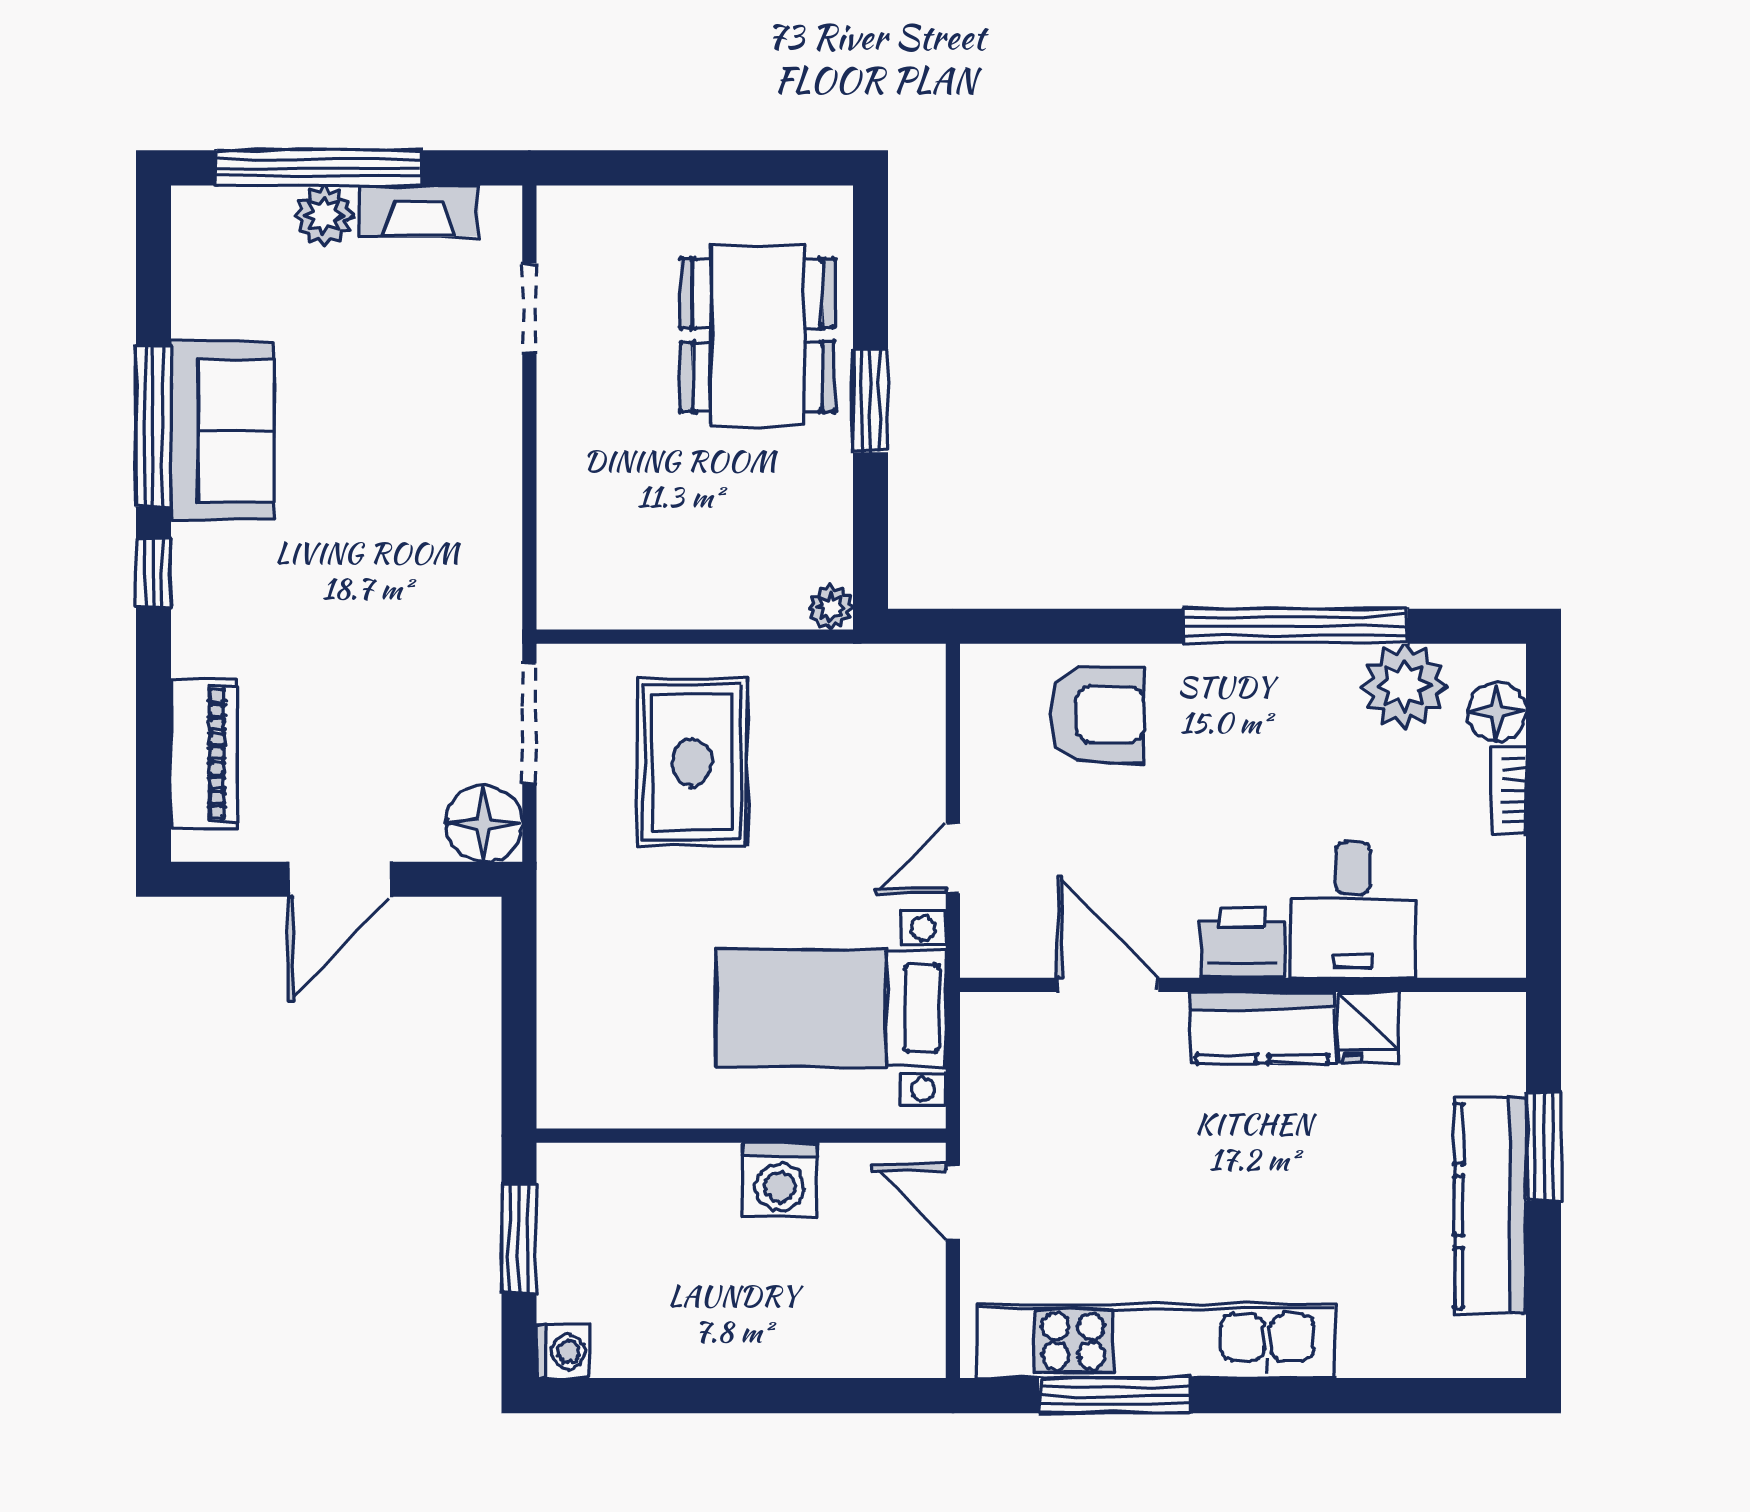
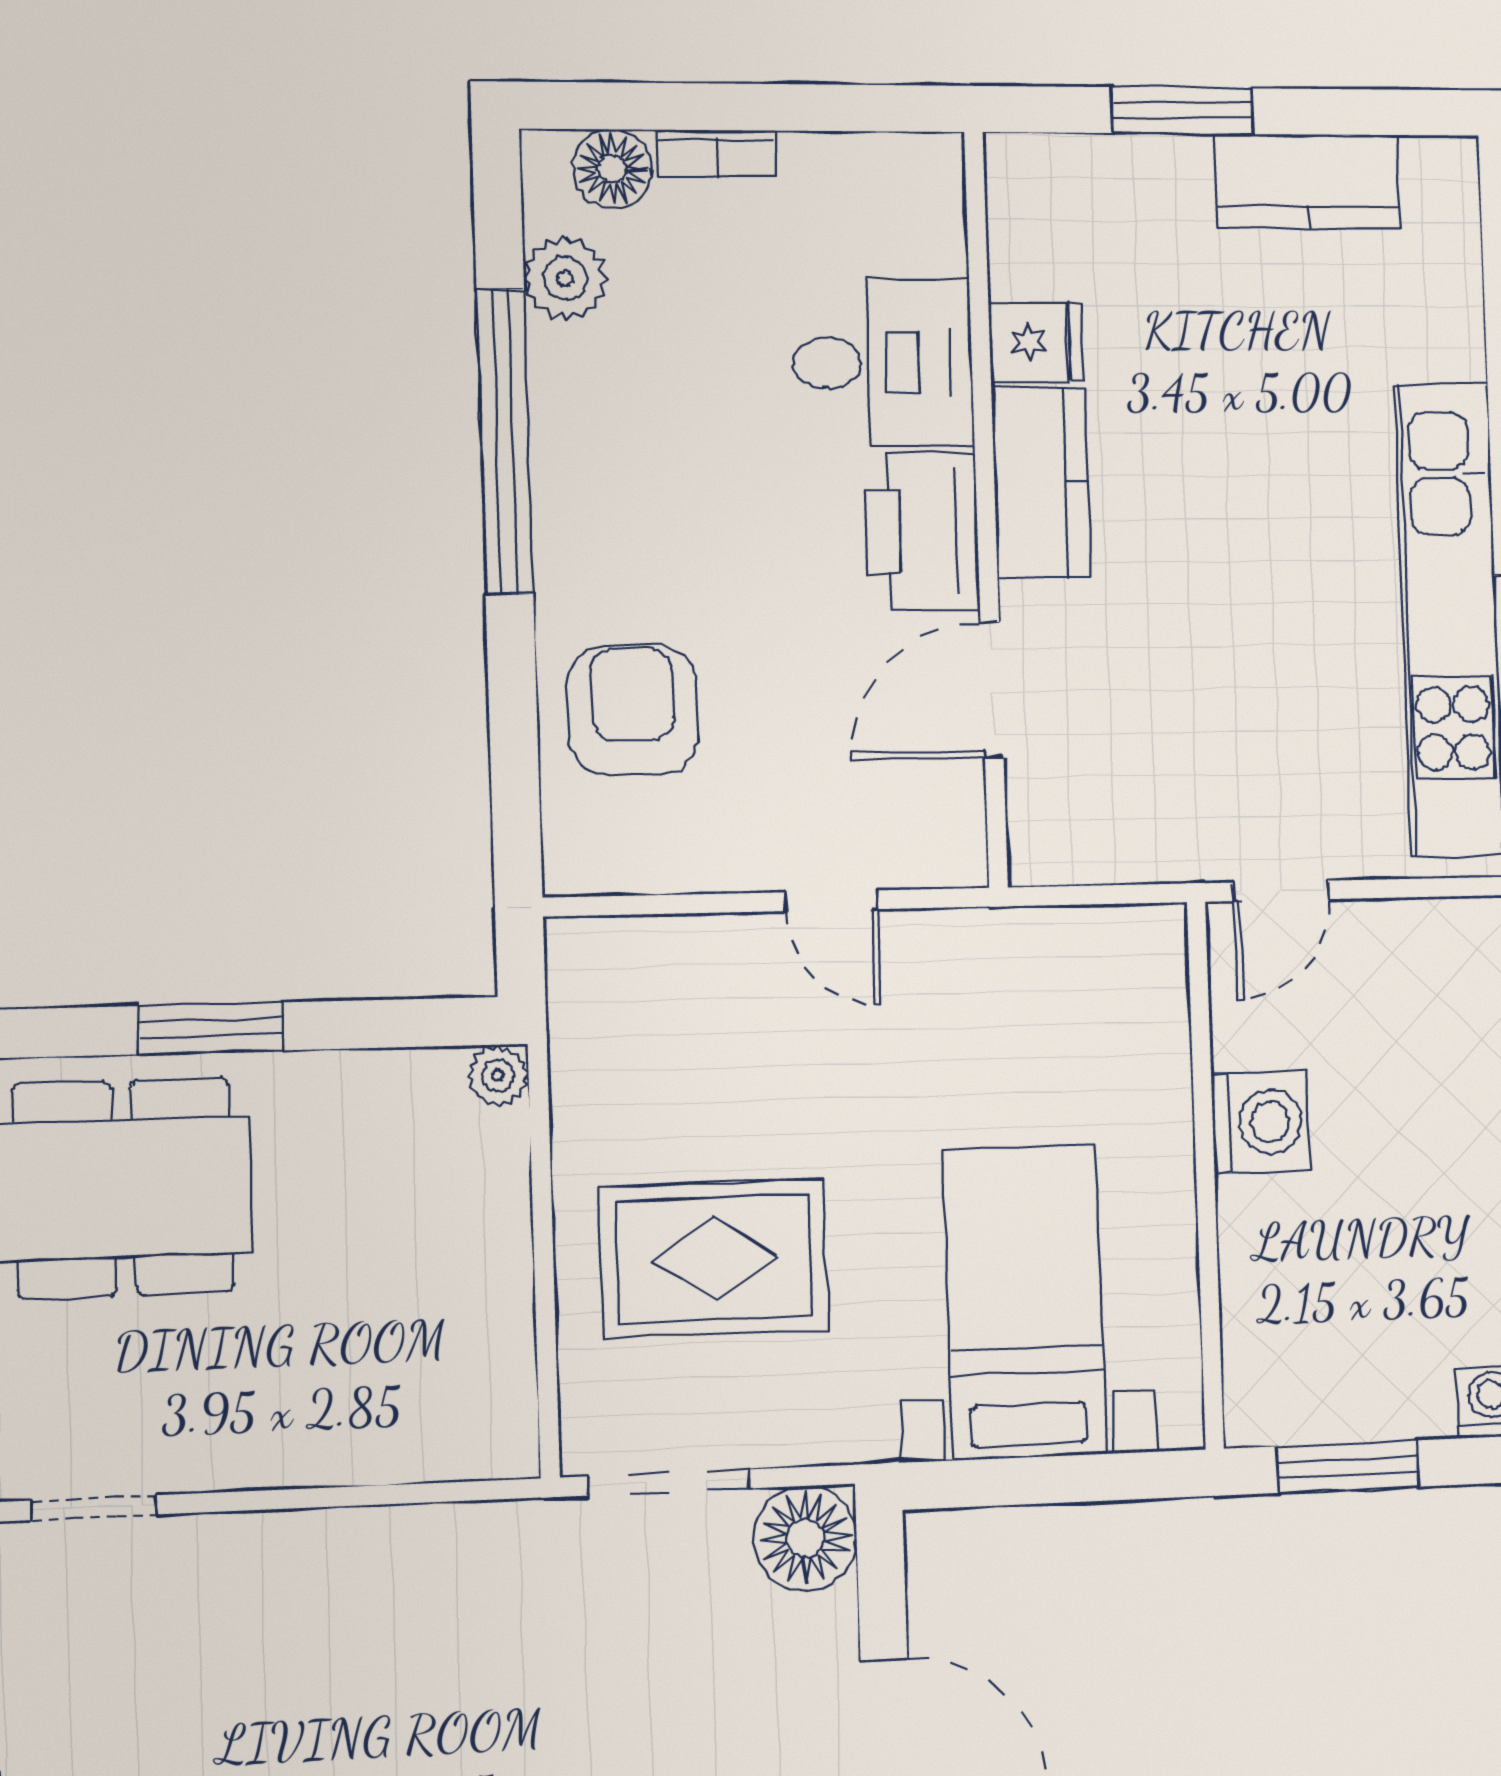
plant: (1404, 686) -> (565, 278), width x0.73, depth x0.73
printer: (1243, 943) -> (922, 531), width x1.37, depth x1.19
bed with nightstands: (831, 1009) -> (1025, 1302), moved, turned 180
kitchen counter: (1490, 1206) -> (1307, 181), width x0.67

